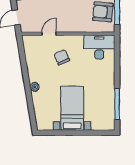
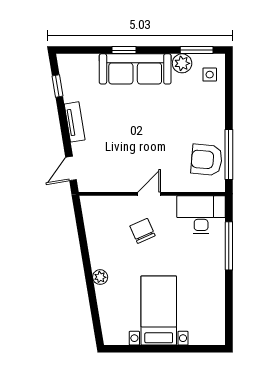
door: (49, 34) -> (149, 194), moved
window: (117, 104) -> (229, 246), moved

